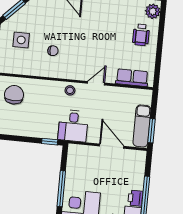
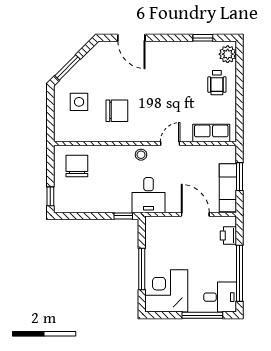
chair: (53, 51) -> (117, 111), width x1.87, depth x1.87
window: (152, 131) -> (240, 177), moved
printer: (135, 198) -> (228, 236), moved

